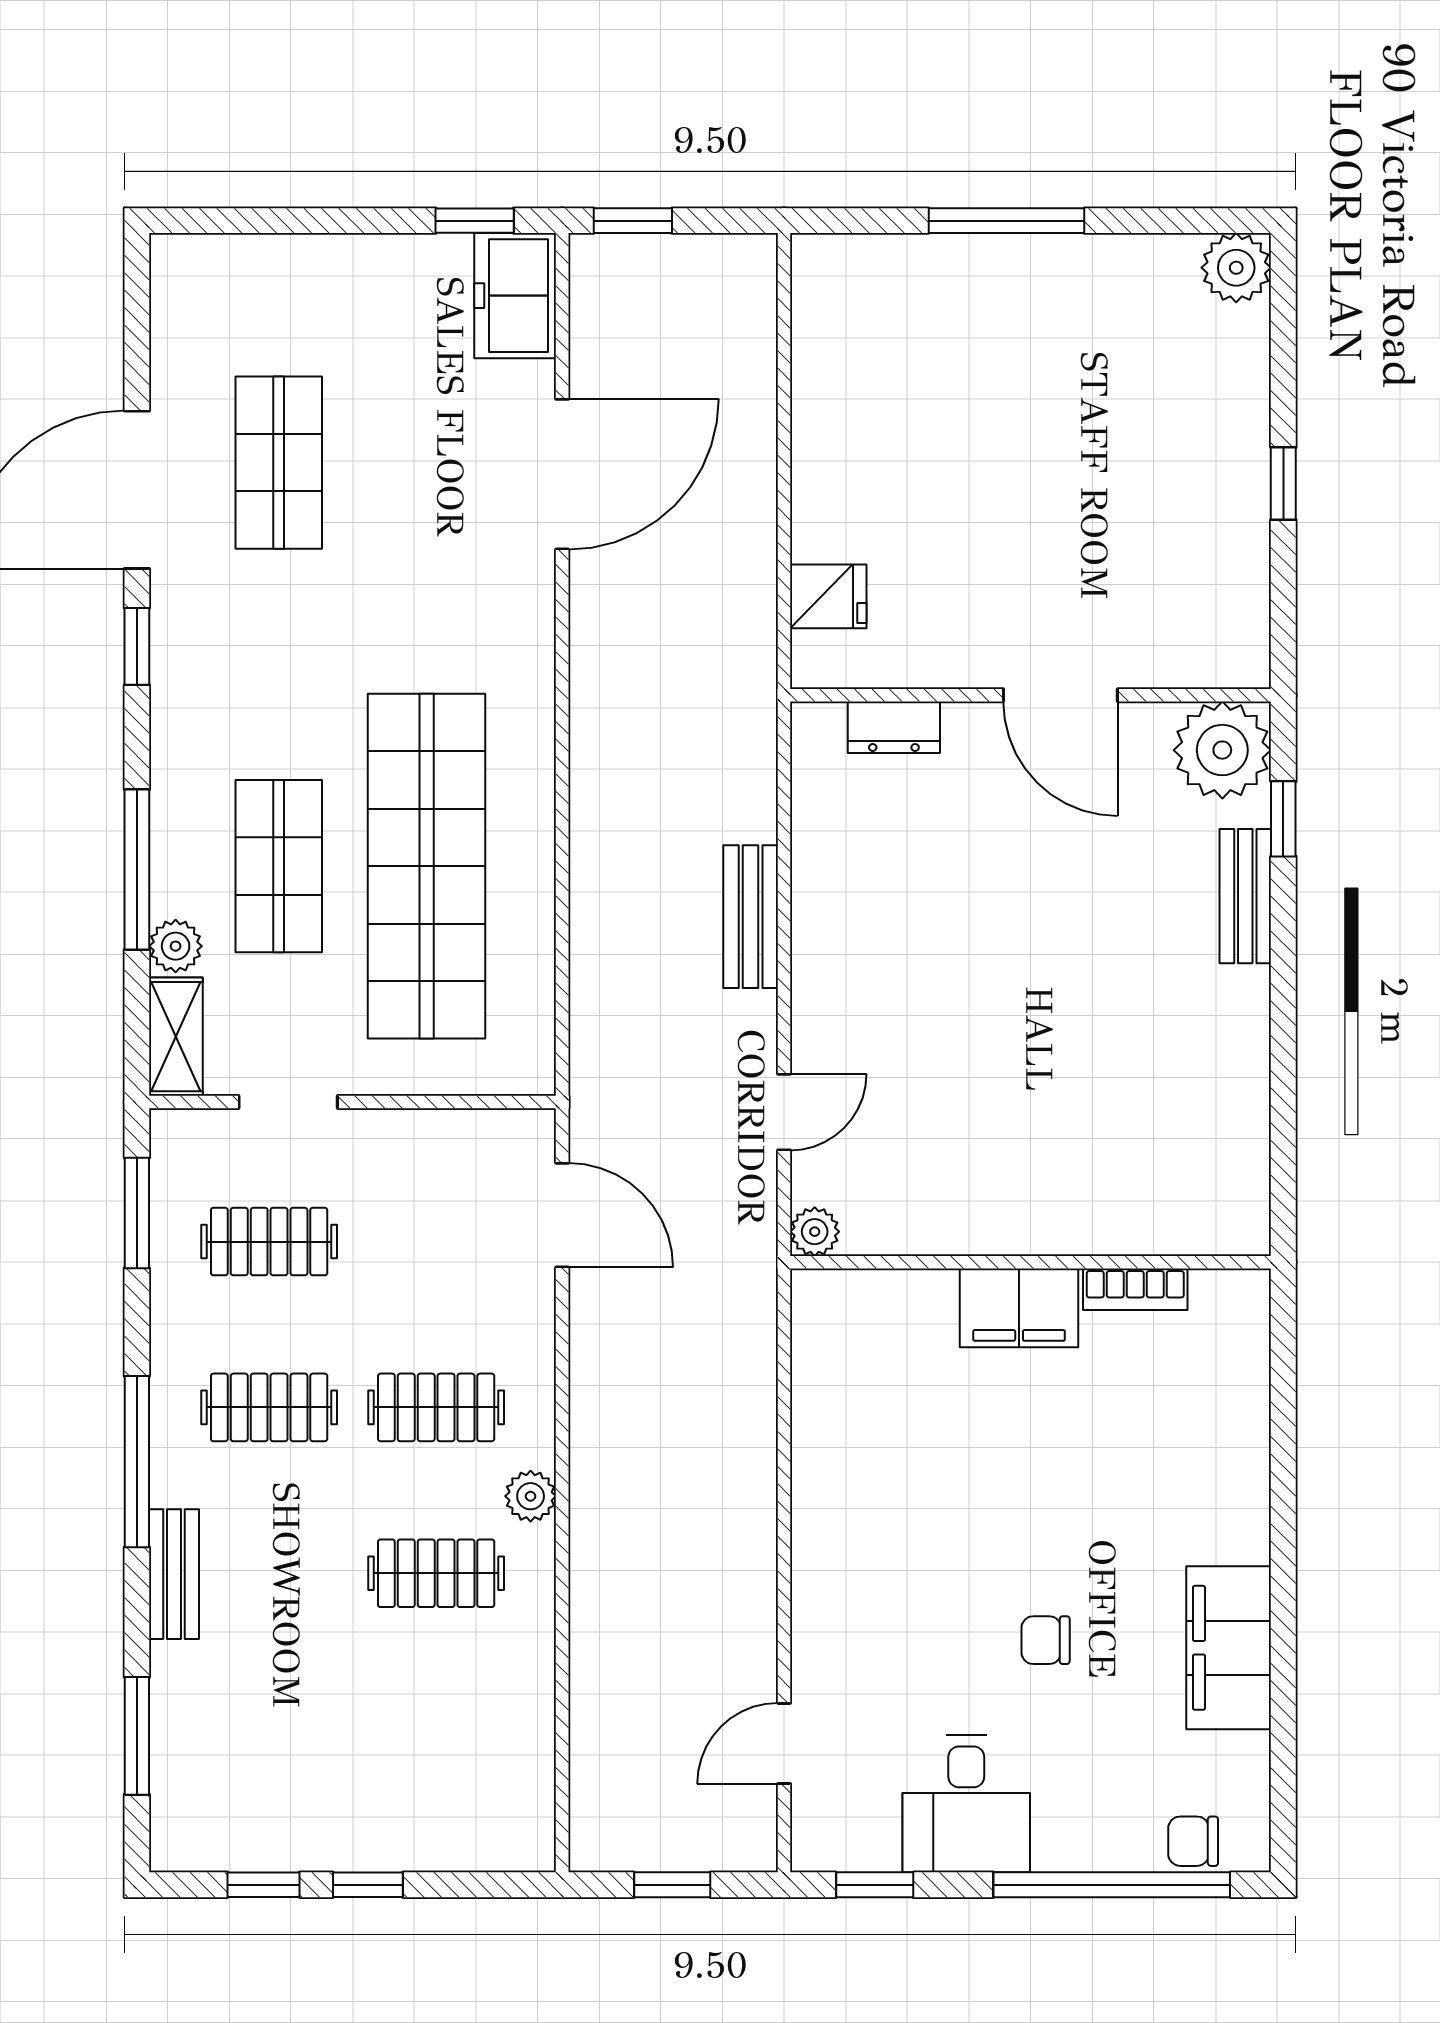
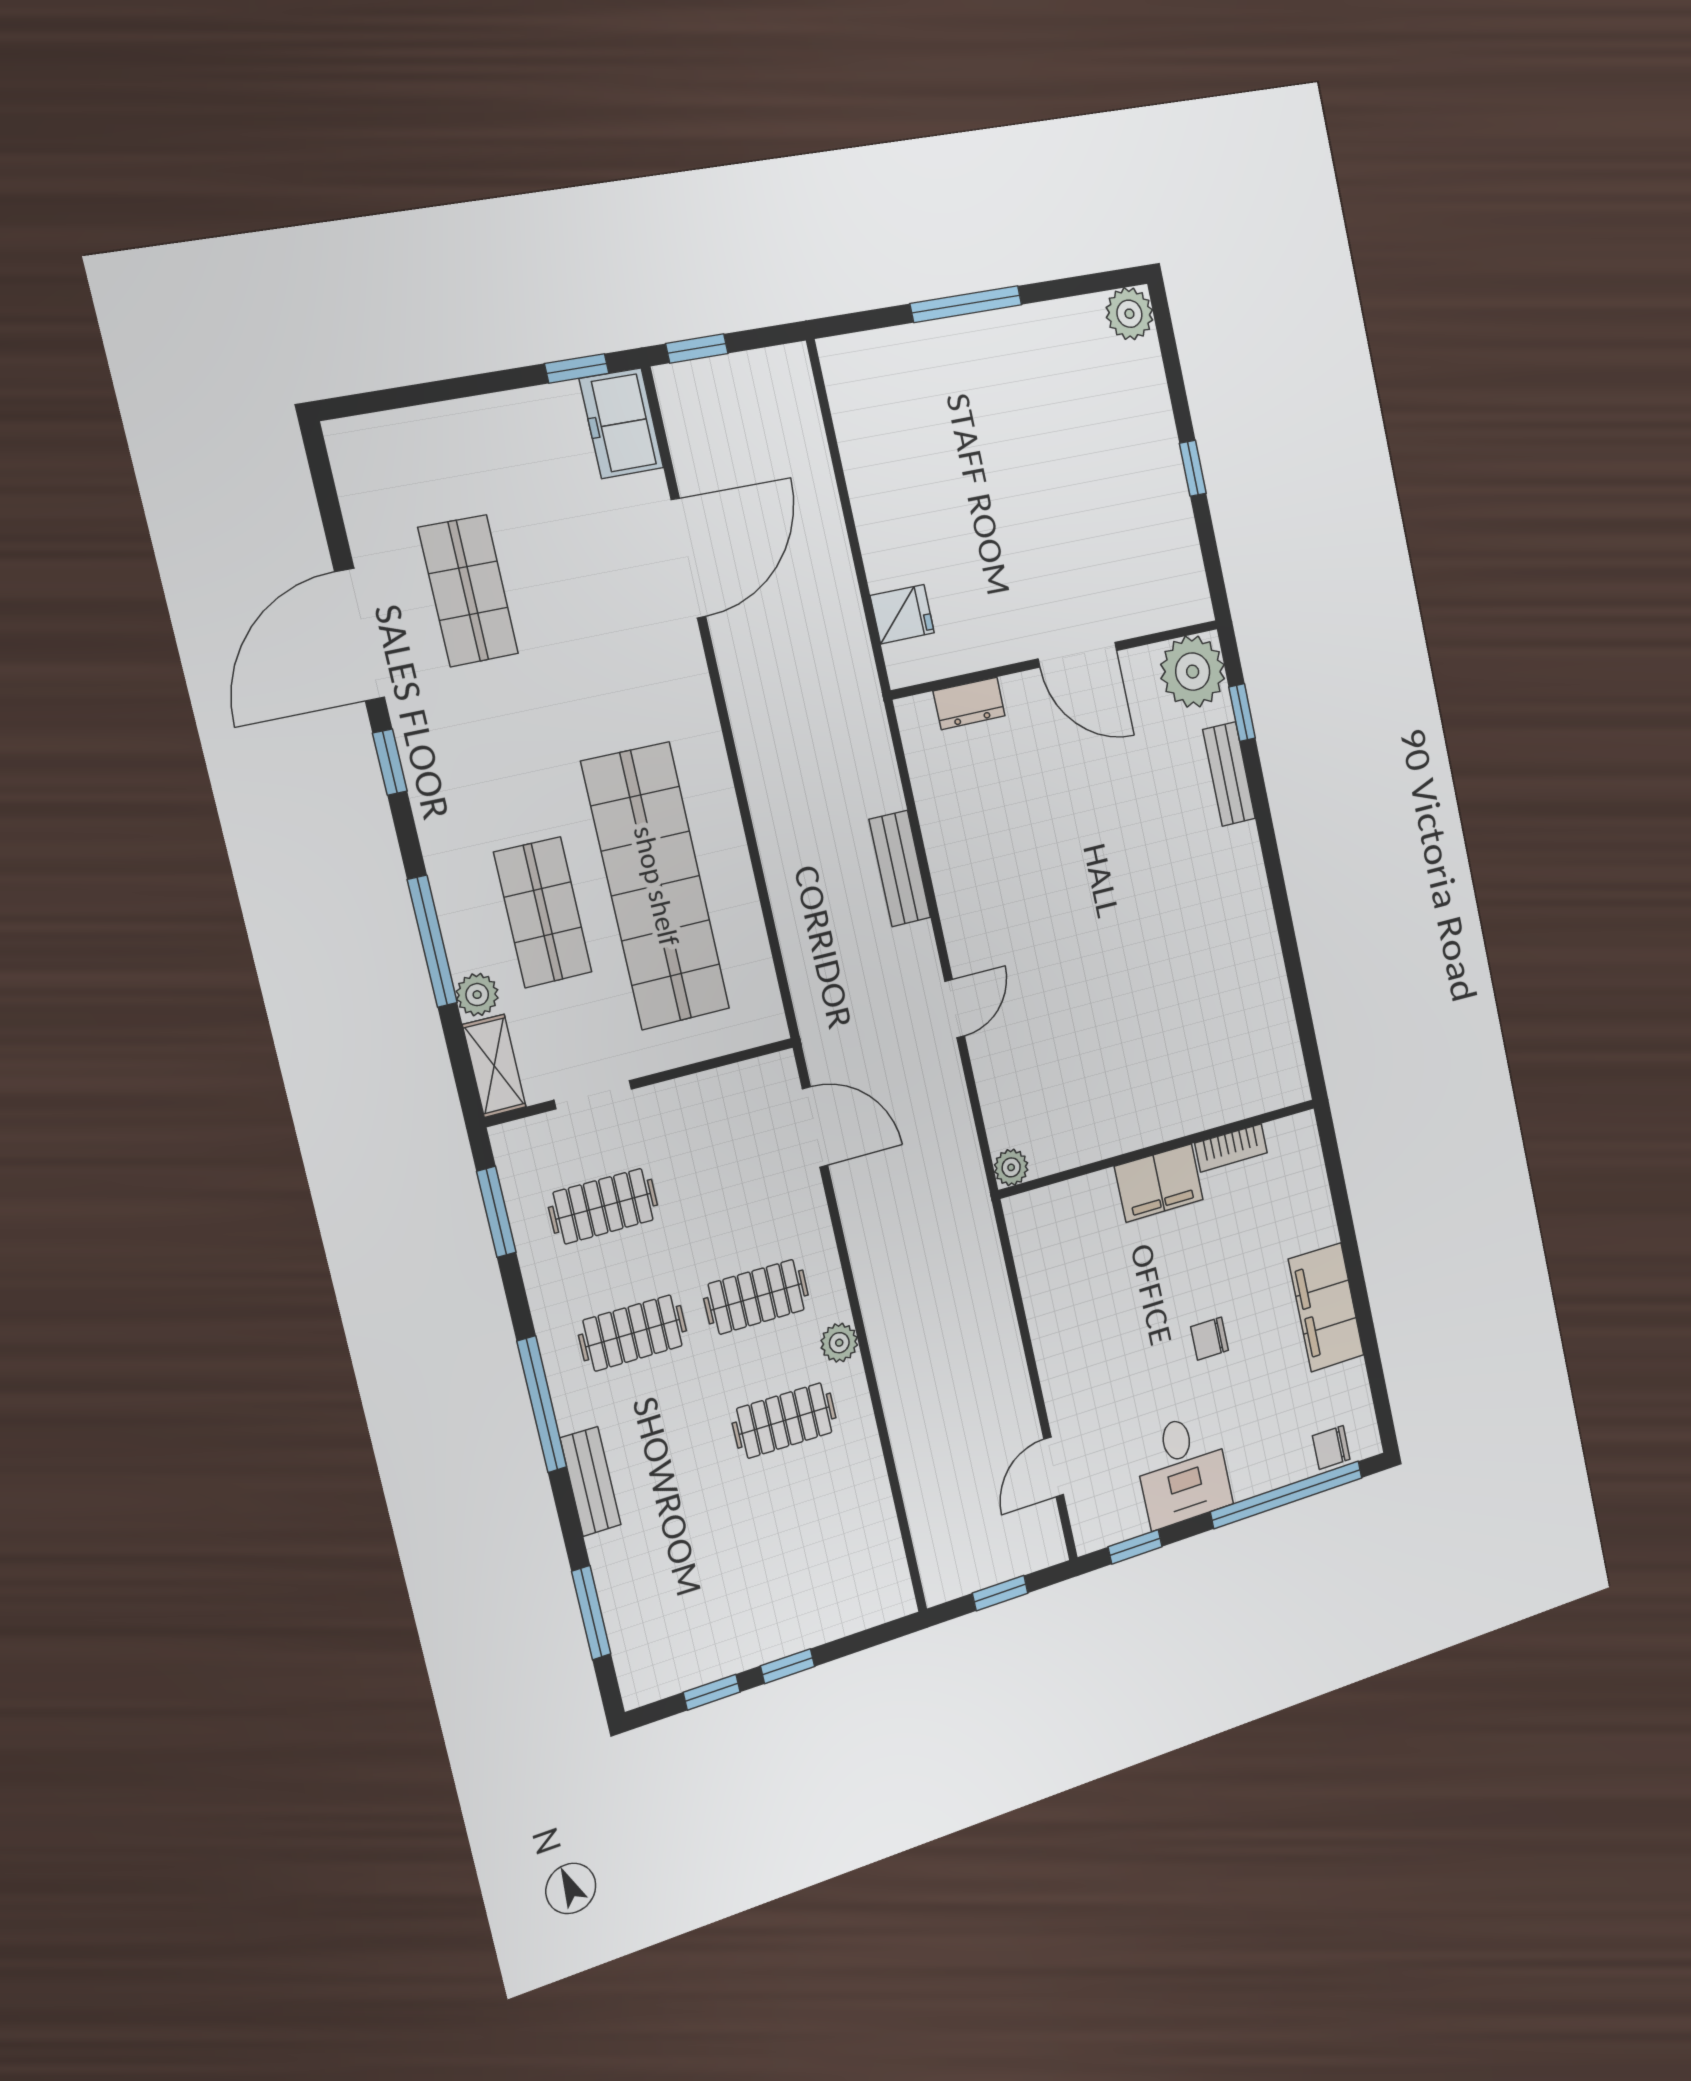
plant: (815, 1232) -> (1011, 1167), moved
wall: (1031, 1262) -> (1160, 1148), moved
bookcase: (1135, 1289) -> (1231, 1148), moved
filing cabinet: (1019, 1308) -> (1159, 1183), moved

